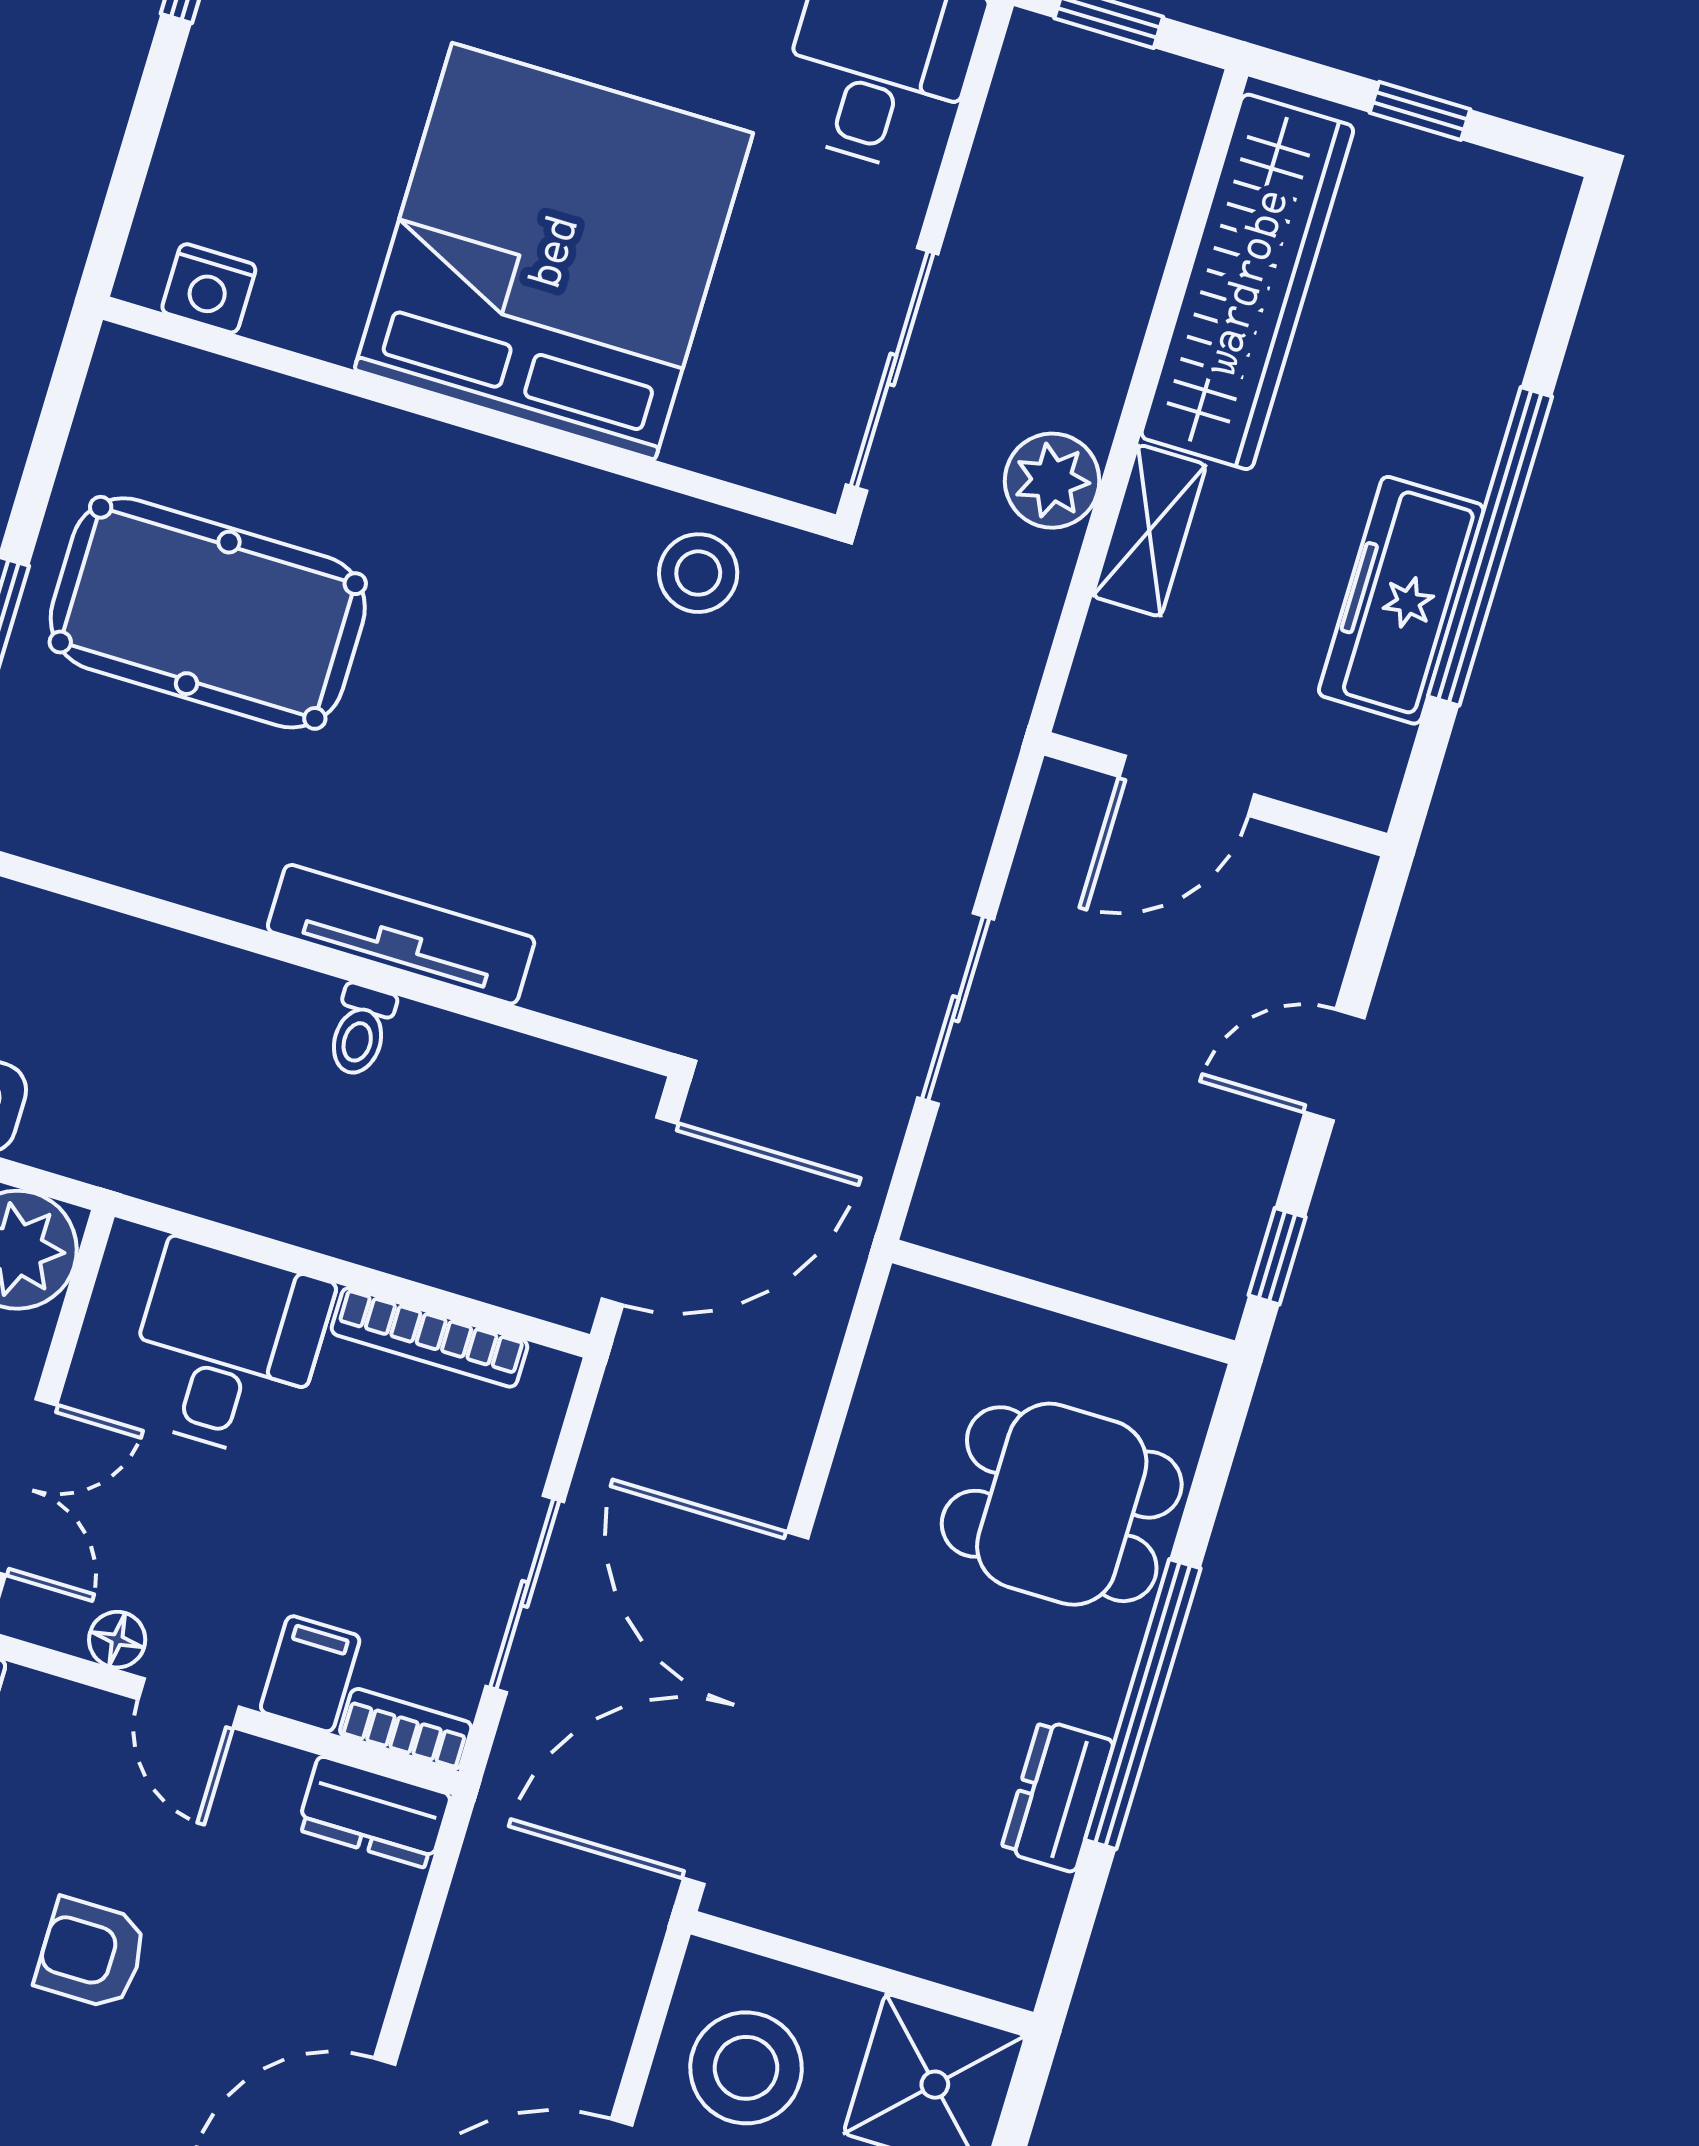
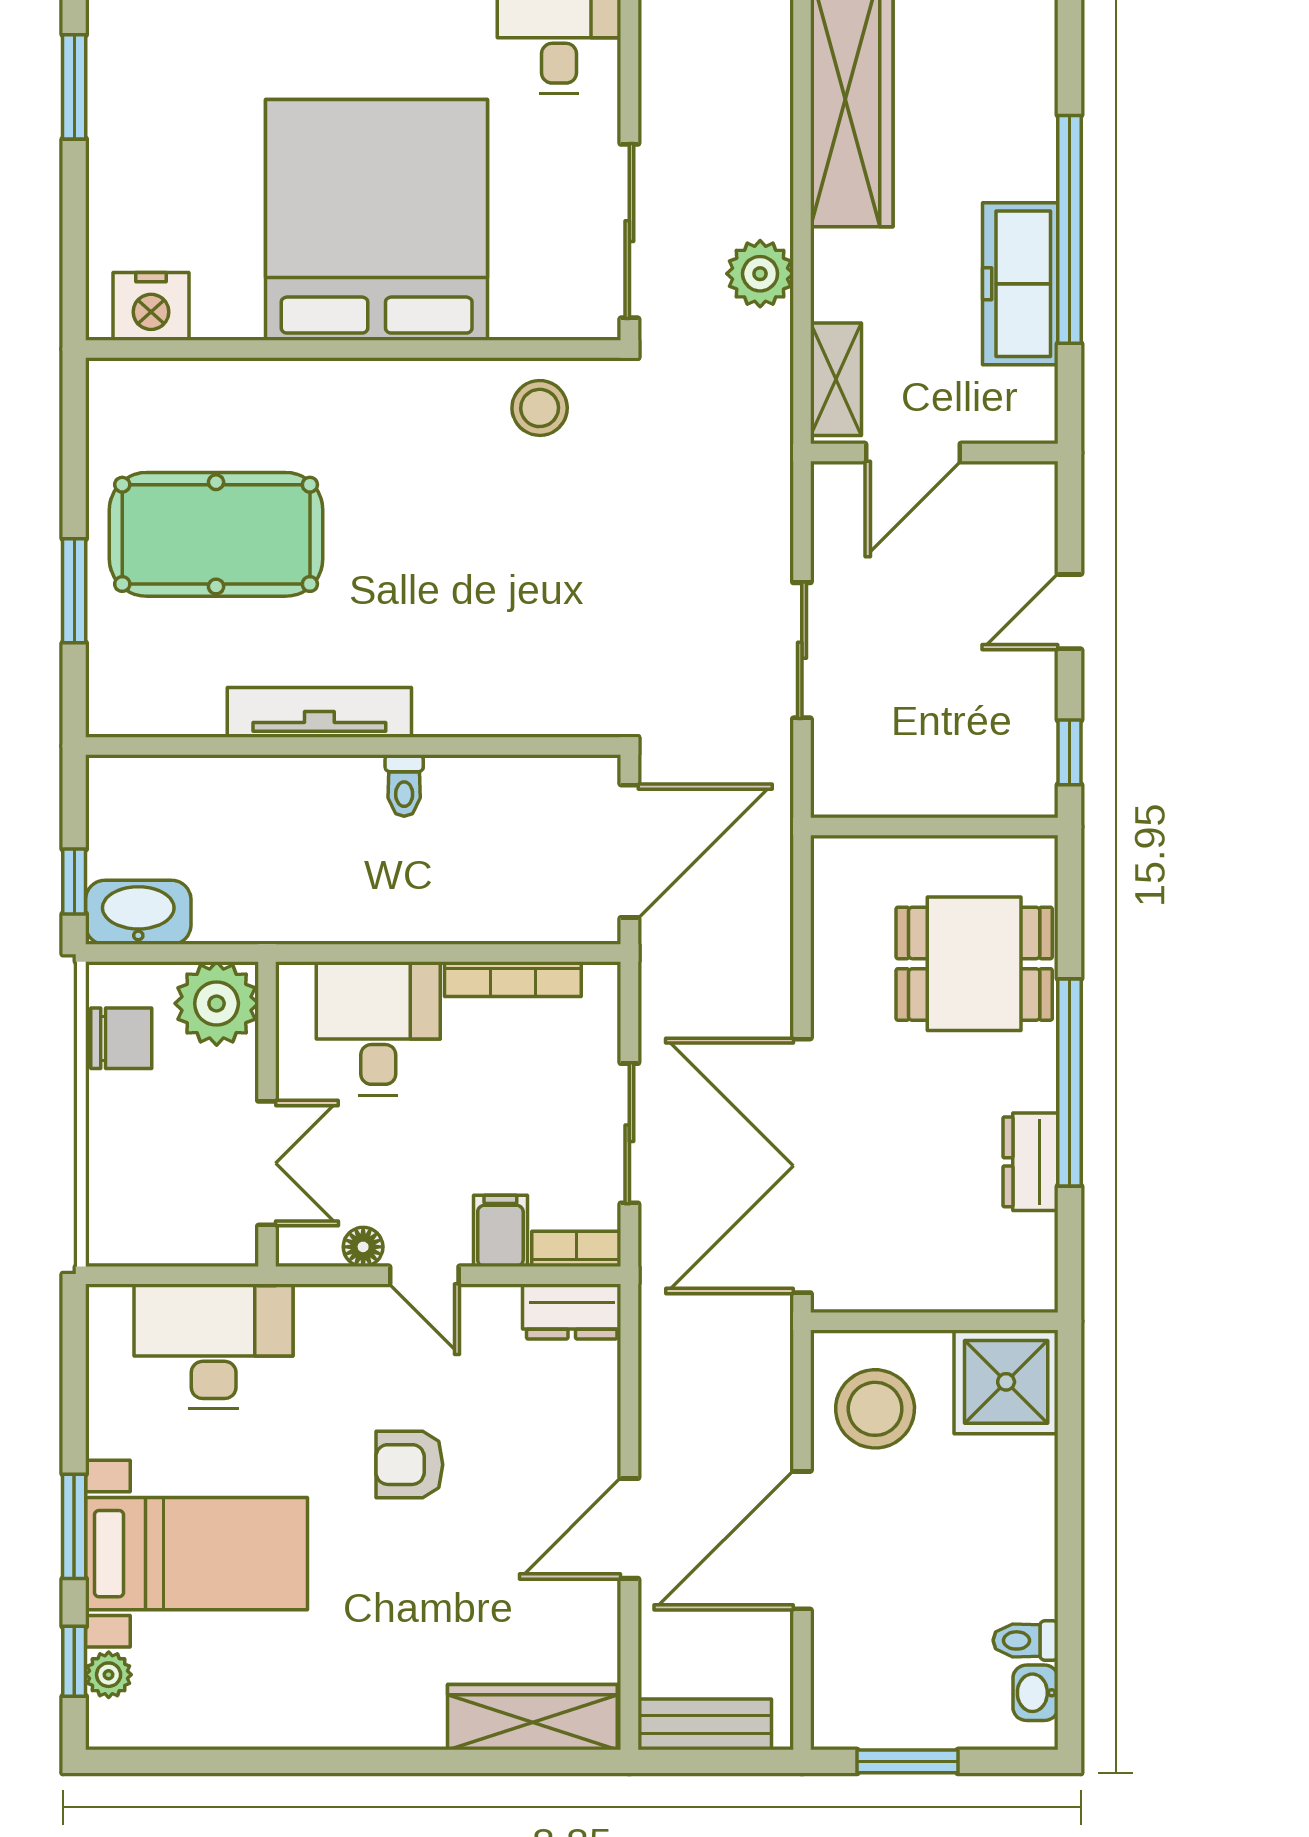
nightstand: (209, 288) -> (151, 306), width x1.36, depth x1.33
shelving: (1149, 531) -> (836, 379), moved
tv unit: (401, 934) -> (319, 712), moved

